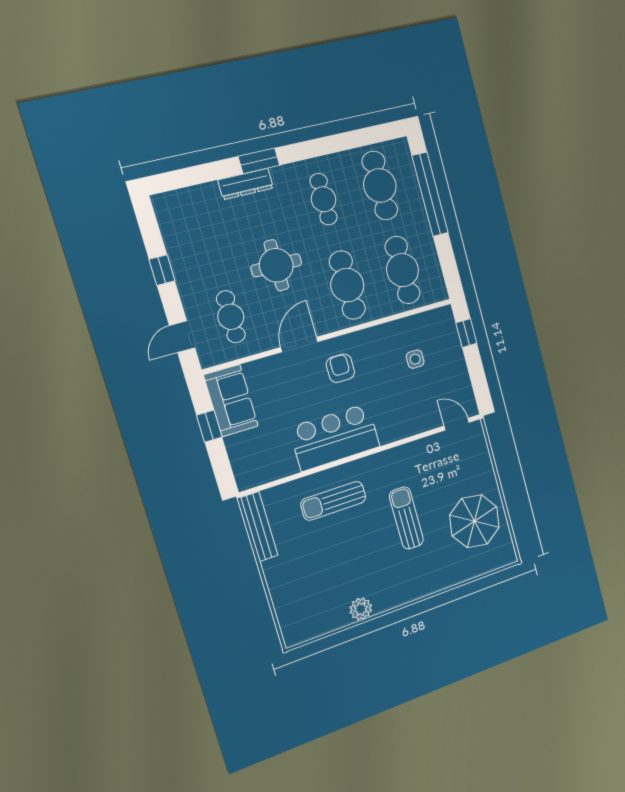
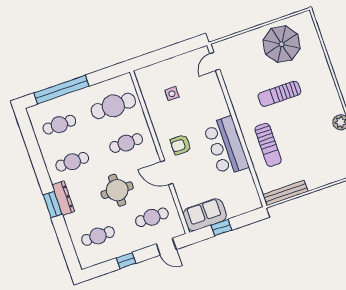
dresser: (246, 184) -> (63, 198), moved
cafe table: (380, 186) -> (59, 125), width x0.73, depth x0.74
cafe table: (205, 228) -> (98, 236), added
cafe table: (347, 285) -> (126, 143), width x0.73, depth x0.74
window: (466, 333) -> (152, 58), removed

